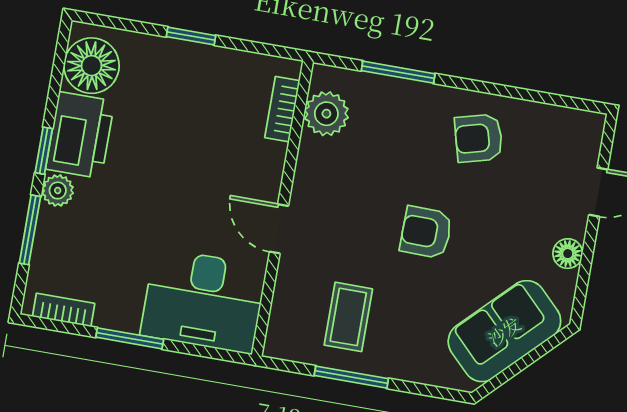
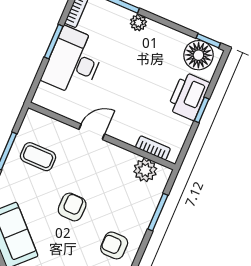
printer: (80, 135) -> (189, 96), moved, turned 90
armchair: (479, 138) -> (114, 245), turned -75
window: (44, 151) -> (208, 41), moved
desk: (203, 301) -> (74, 62), moved

